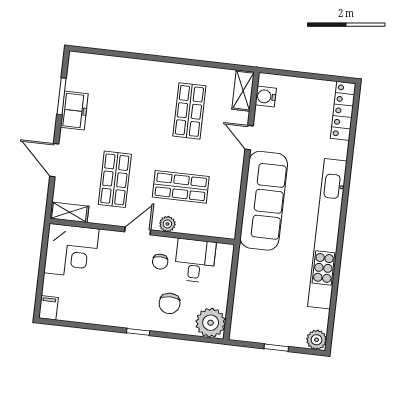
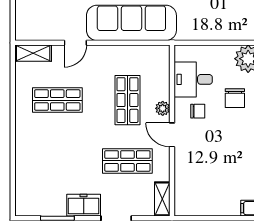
water cooler: (266, 97) -> (36, 32), removed
freezer: (74, 111) -> (84, 205), moved
corner desk: (71, 251) -> (197, 193), removed
chair: (170, 303) -> (235, 98), turned 90

